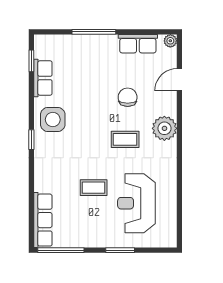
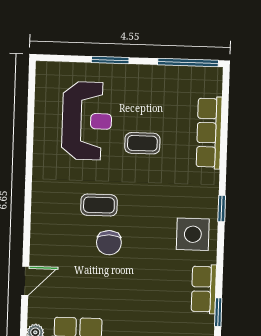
chair: (128, 97) -> (109, 243), moved
plant: (164, 128) -> (47, 218), removed
row of seats: (43, 220) -> (209, 133), moved

